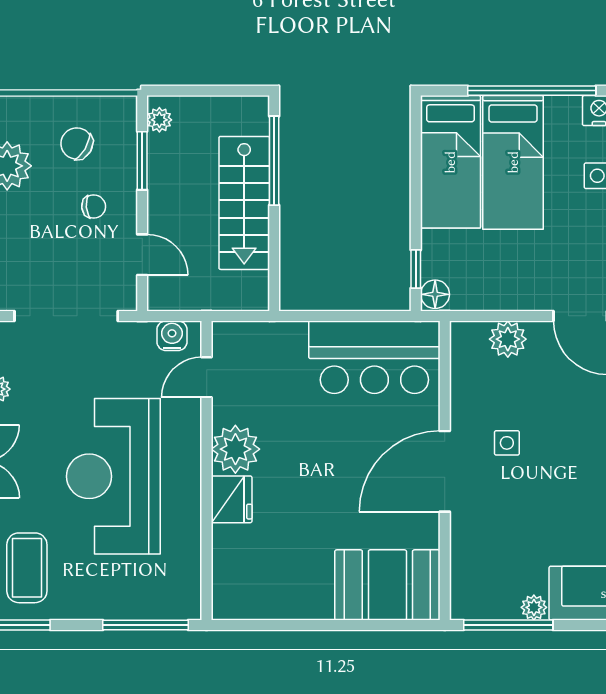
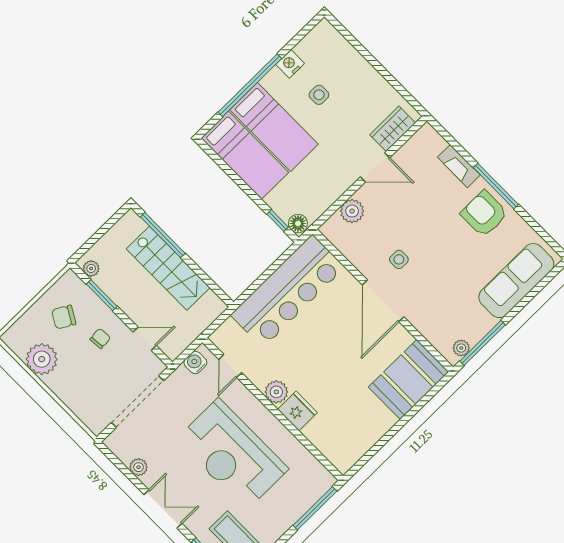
bar counter: (374, 357) -> (288, 291), width x1.36
plant: (235, 449) -> (276, 392), width x0.73, depth x0.73
plant: (534, 607) -> (461, 348), moved

